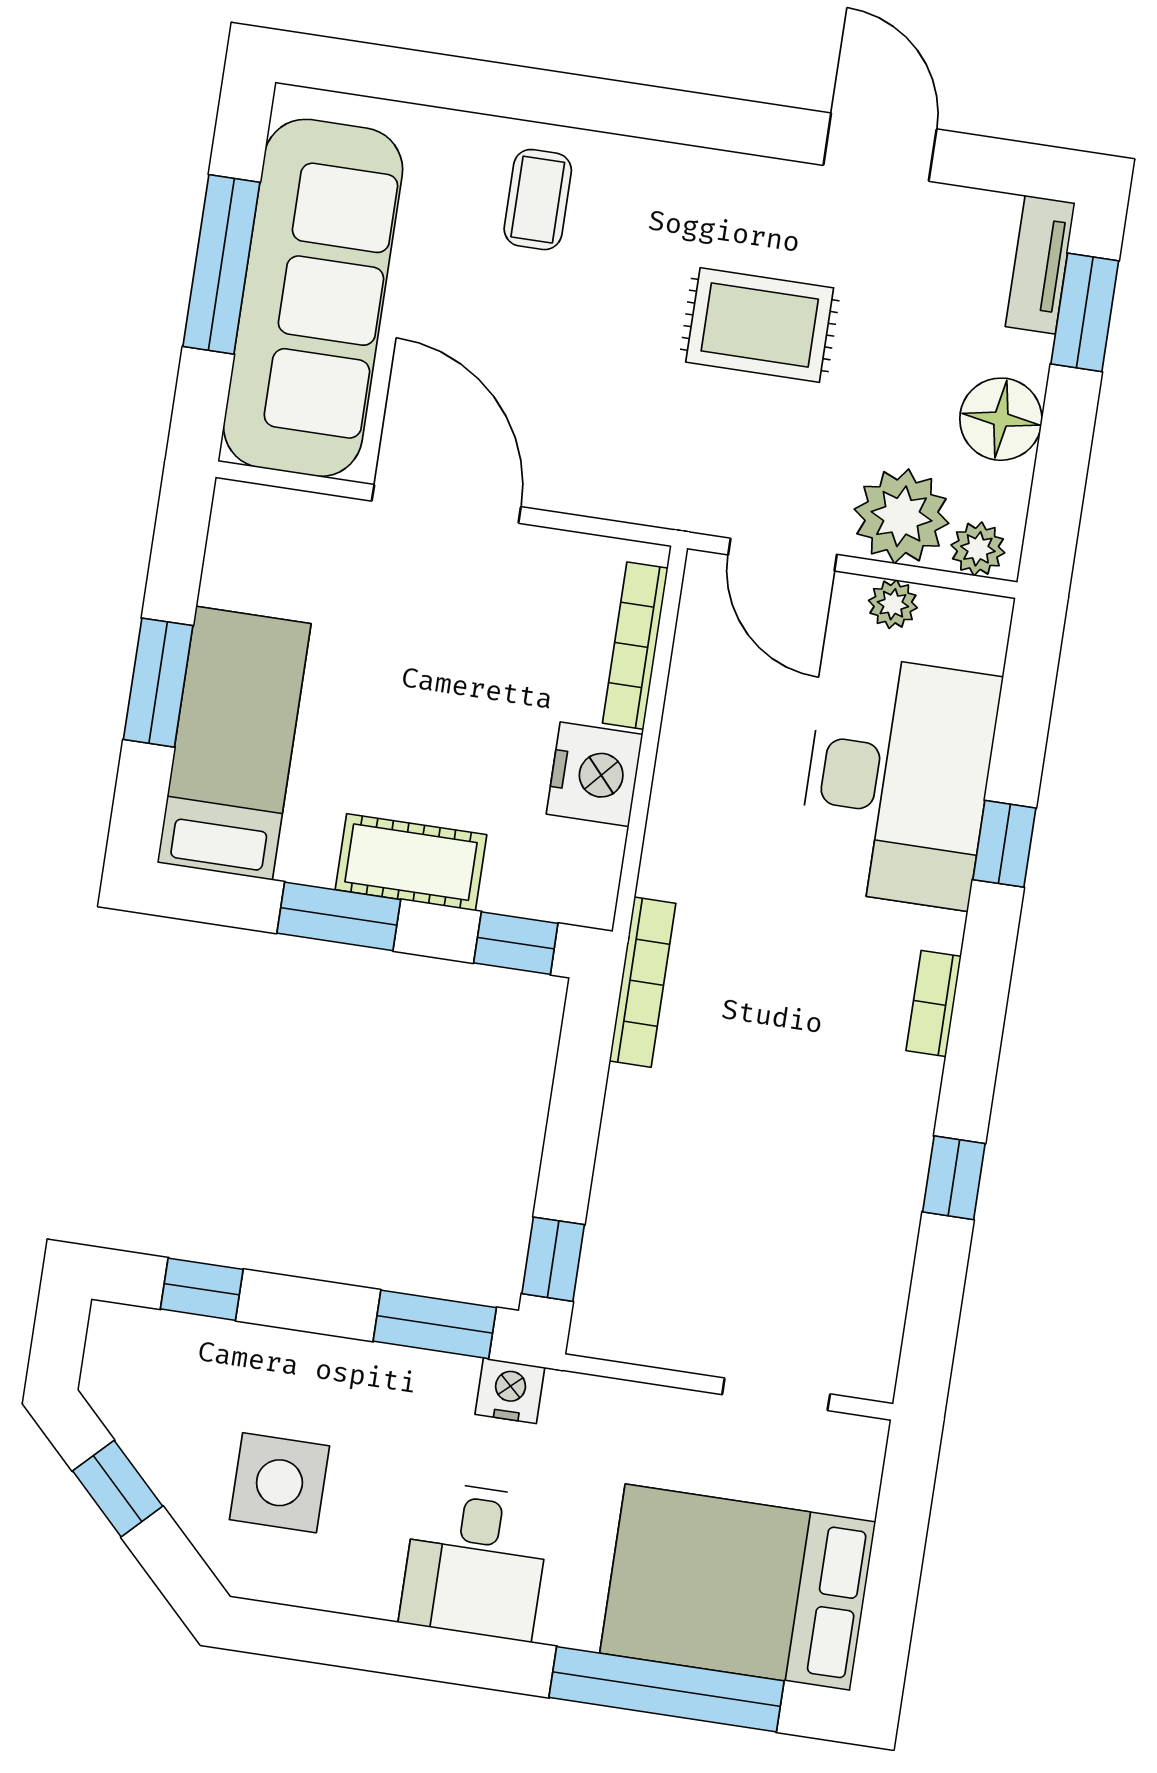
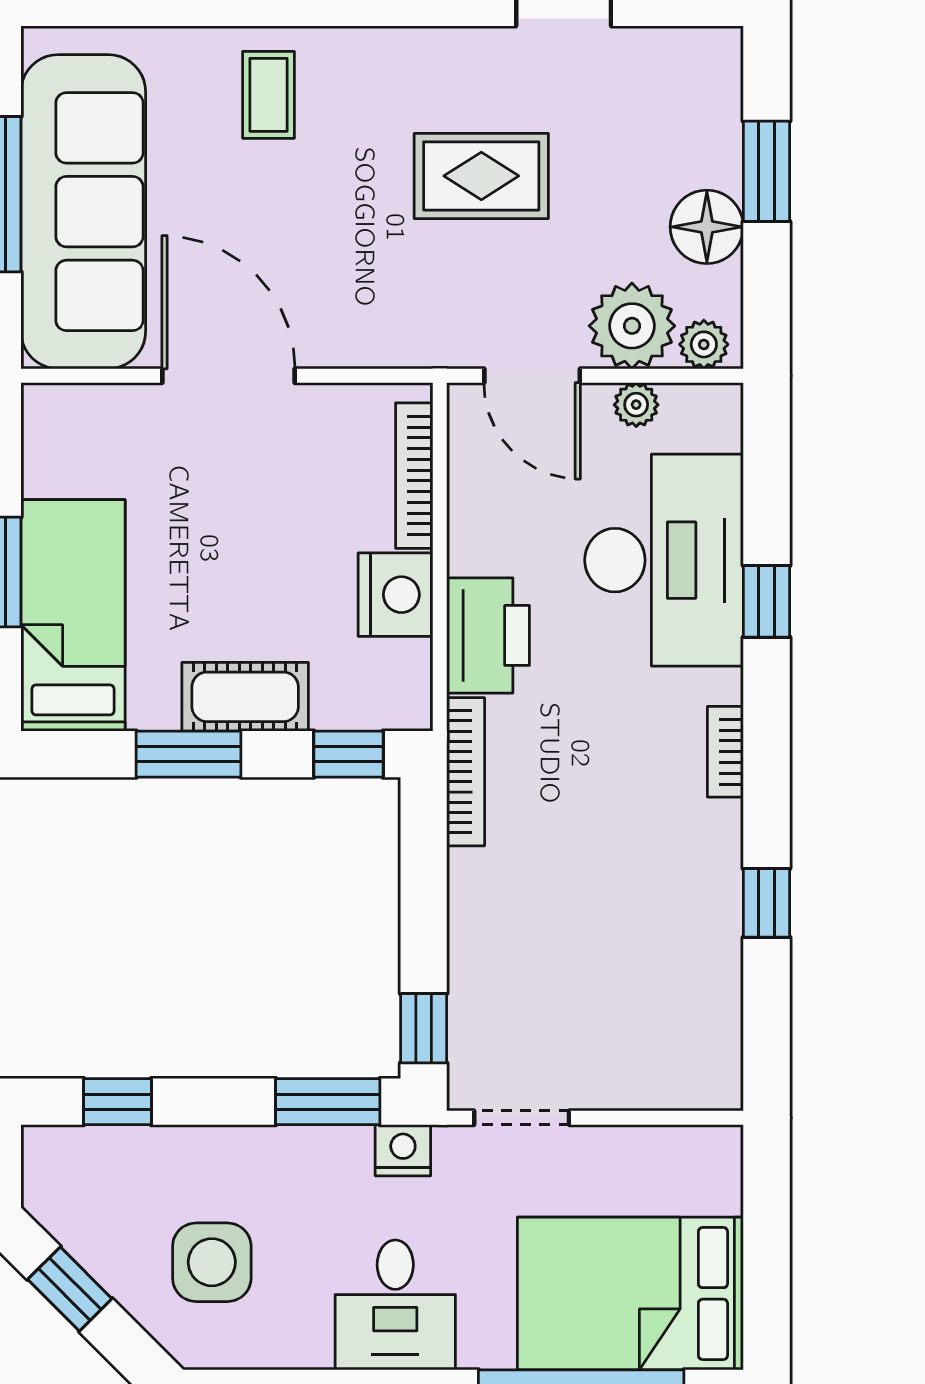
tv unit: (1040, 265) -> (721, 85), removed
window: (1085, 312) -> (767, 171), moved
printer: (690, 835) -> (488, 635), added
doorway: (776, 1394) -> (522, 1118), moved

